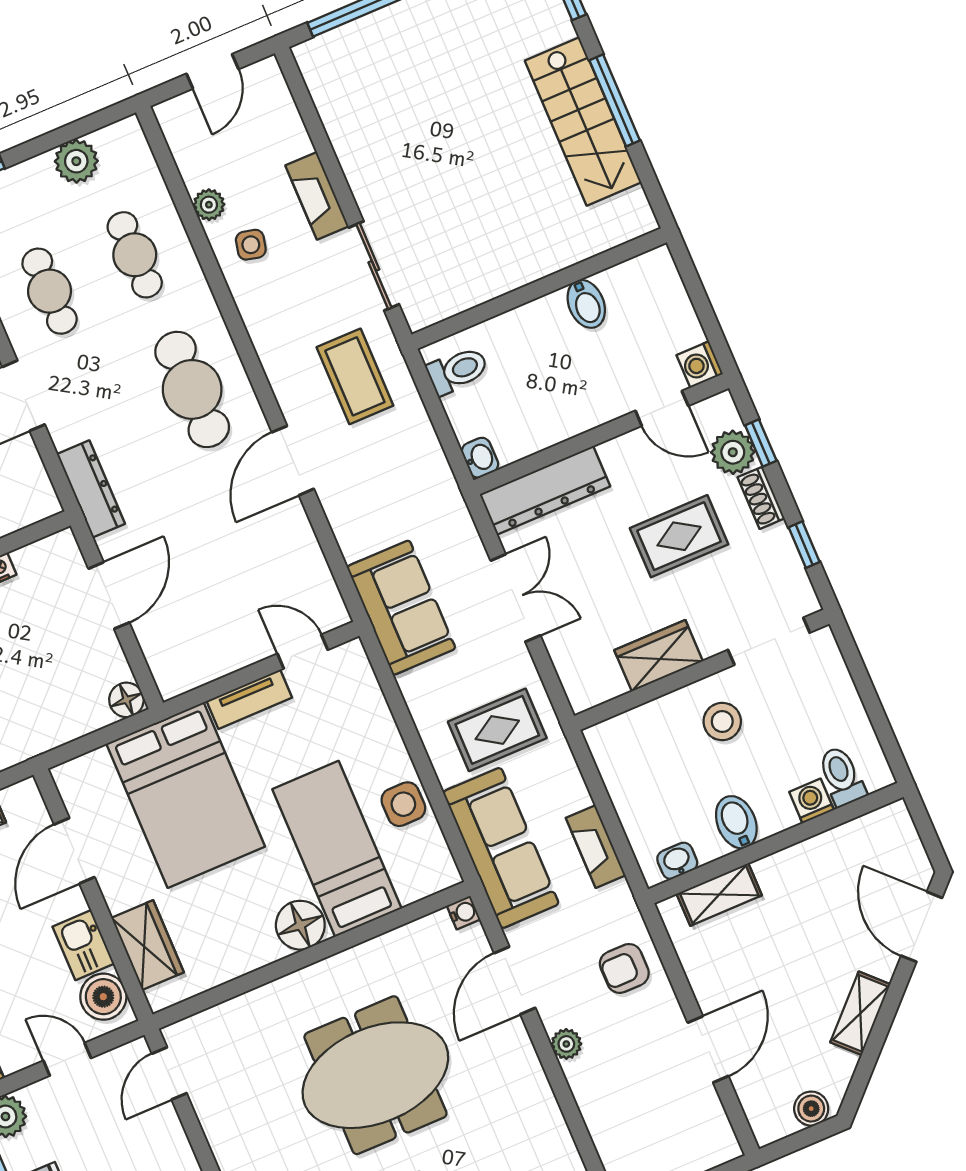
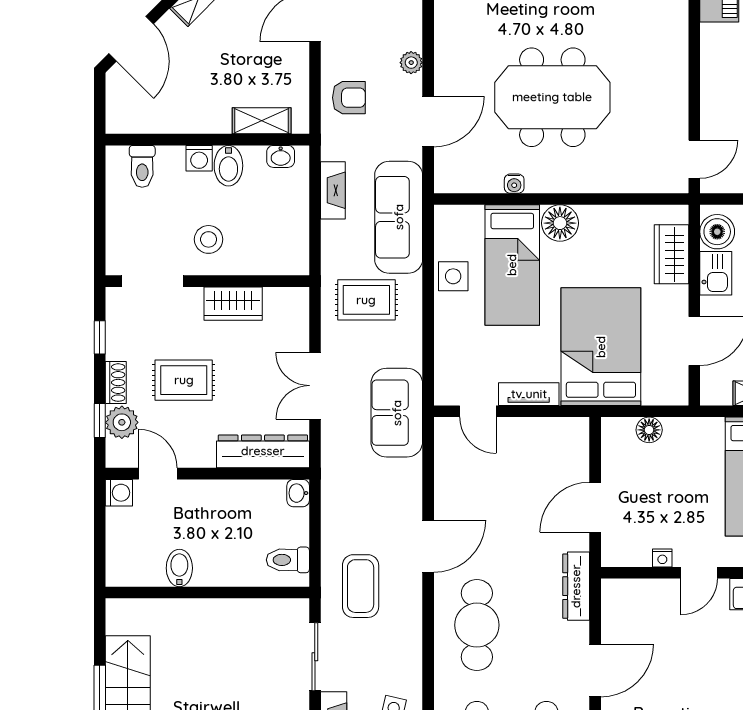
floor lamp: (126, 700) -> (649, 430), moved
washing machine: (812, 801) -> (199, 158), moved
water cooler: (464, 913) -> (514, 184), moved, turned -90

